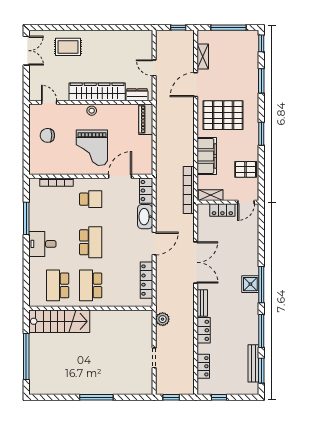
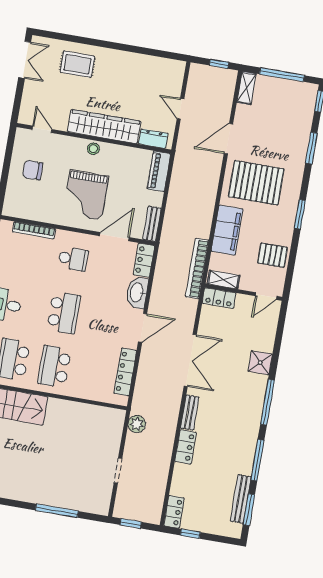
shelving: (203, 57) -> (246, 88), moved
bench: (147, 161) -> (152, 224), added
locker: (222, 210) -> (219, 298), moved
shower: (250, 284) -> (260, 363), moved
locker: (203, 366) -> (174, 512), moved
window: (96, 397) -> (57, 511), moved

